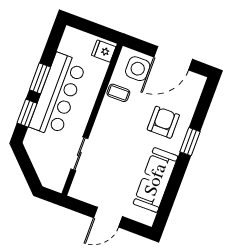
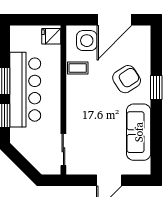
armchair: (163, 122) -> (127, 79), turned 57
sliding door: (79, 154) -> (63, 150), moved

